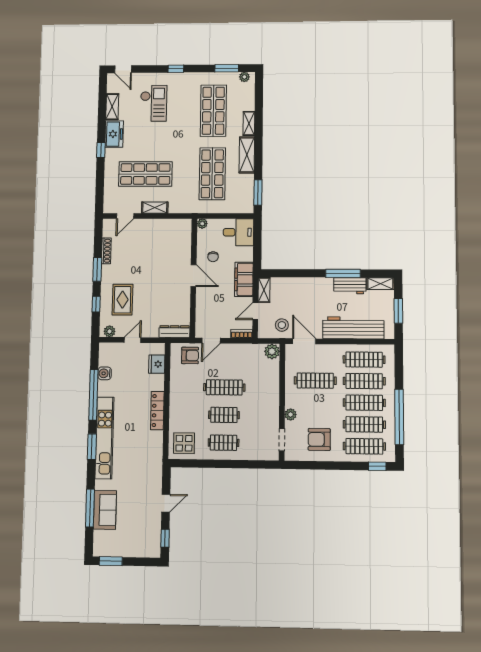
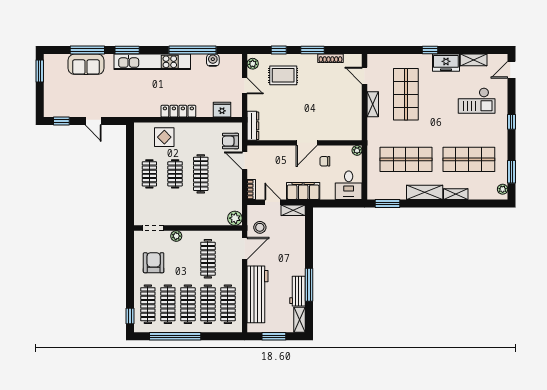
armchair: (190, 355) -> (230, 141), turned 90
display table: (184, 443) -> (164, 137), moved
window: (92, 447) -> (127, 50), moved

